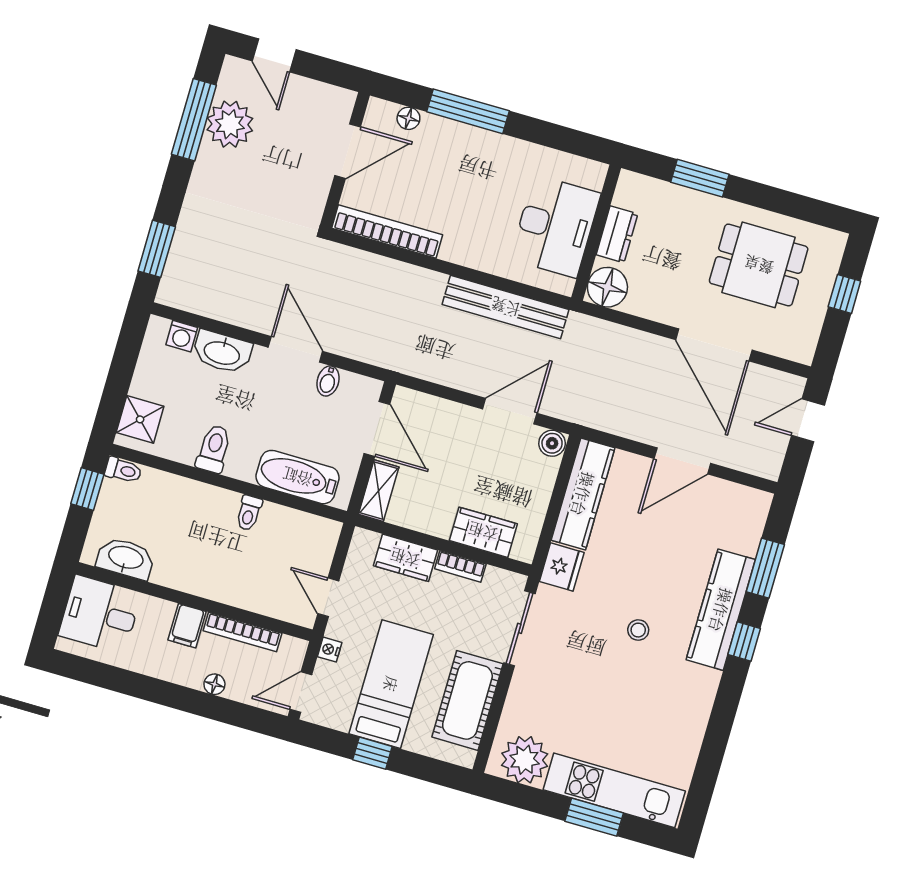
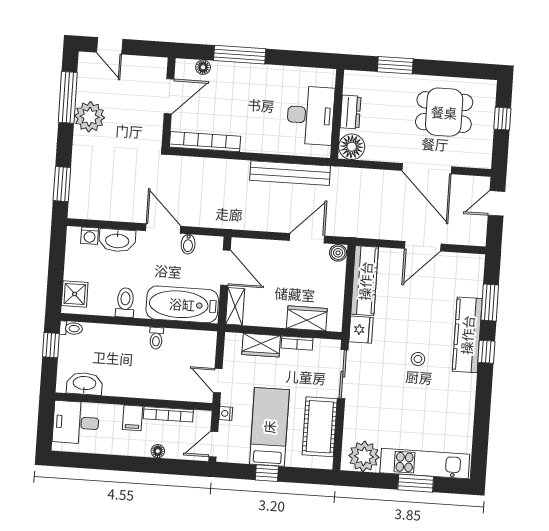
plant: (230, 124) -> (90, 117), moved
bathtub: (297, 477) -> (182, 304), width x1.36, depth x1.36

